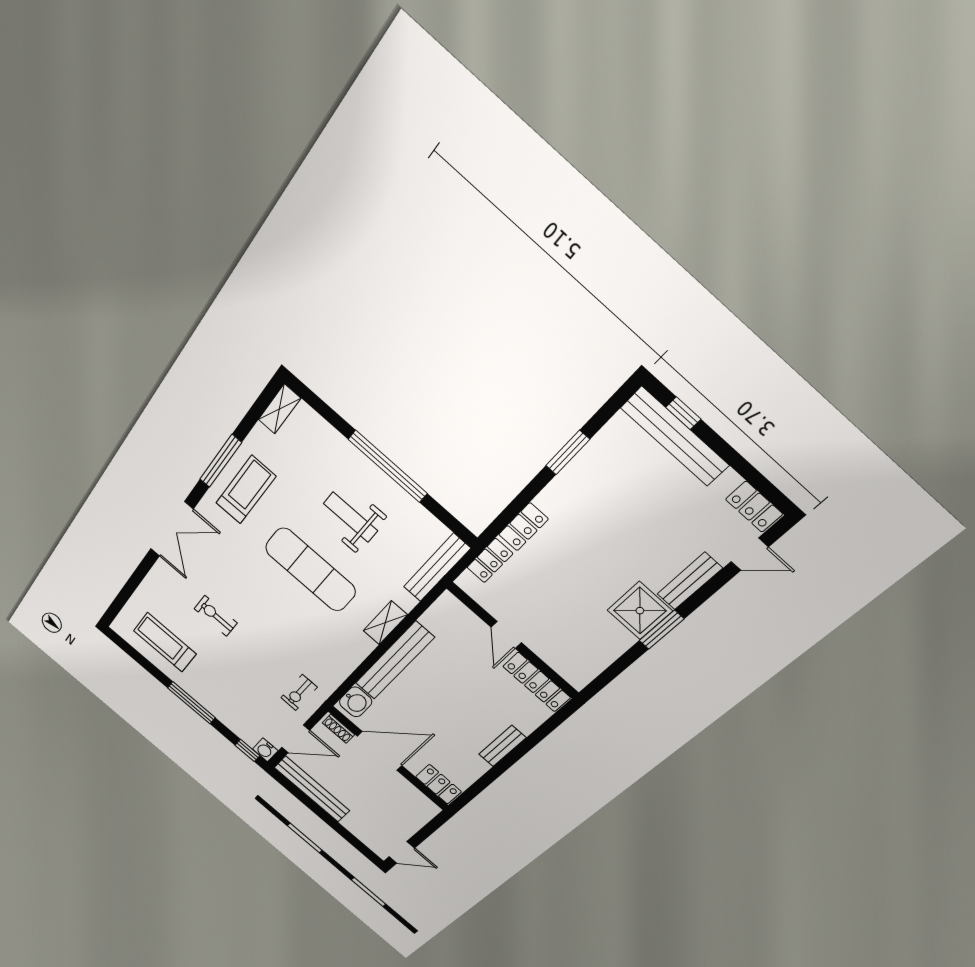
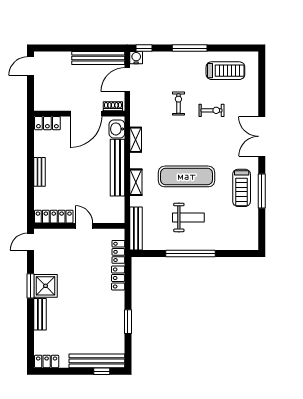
shelving: (280, 409) -> (136, 140), moved
door: (750, 554) -> (31, 242), moved
exercise bike: (299, 692) -> (178, 104), moved

